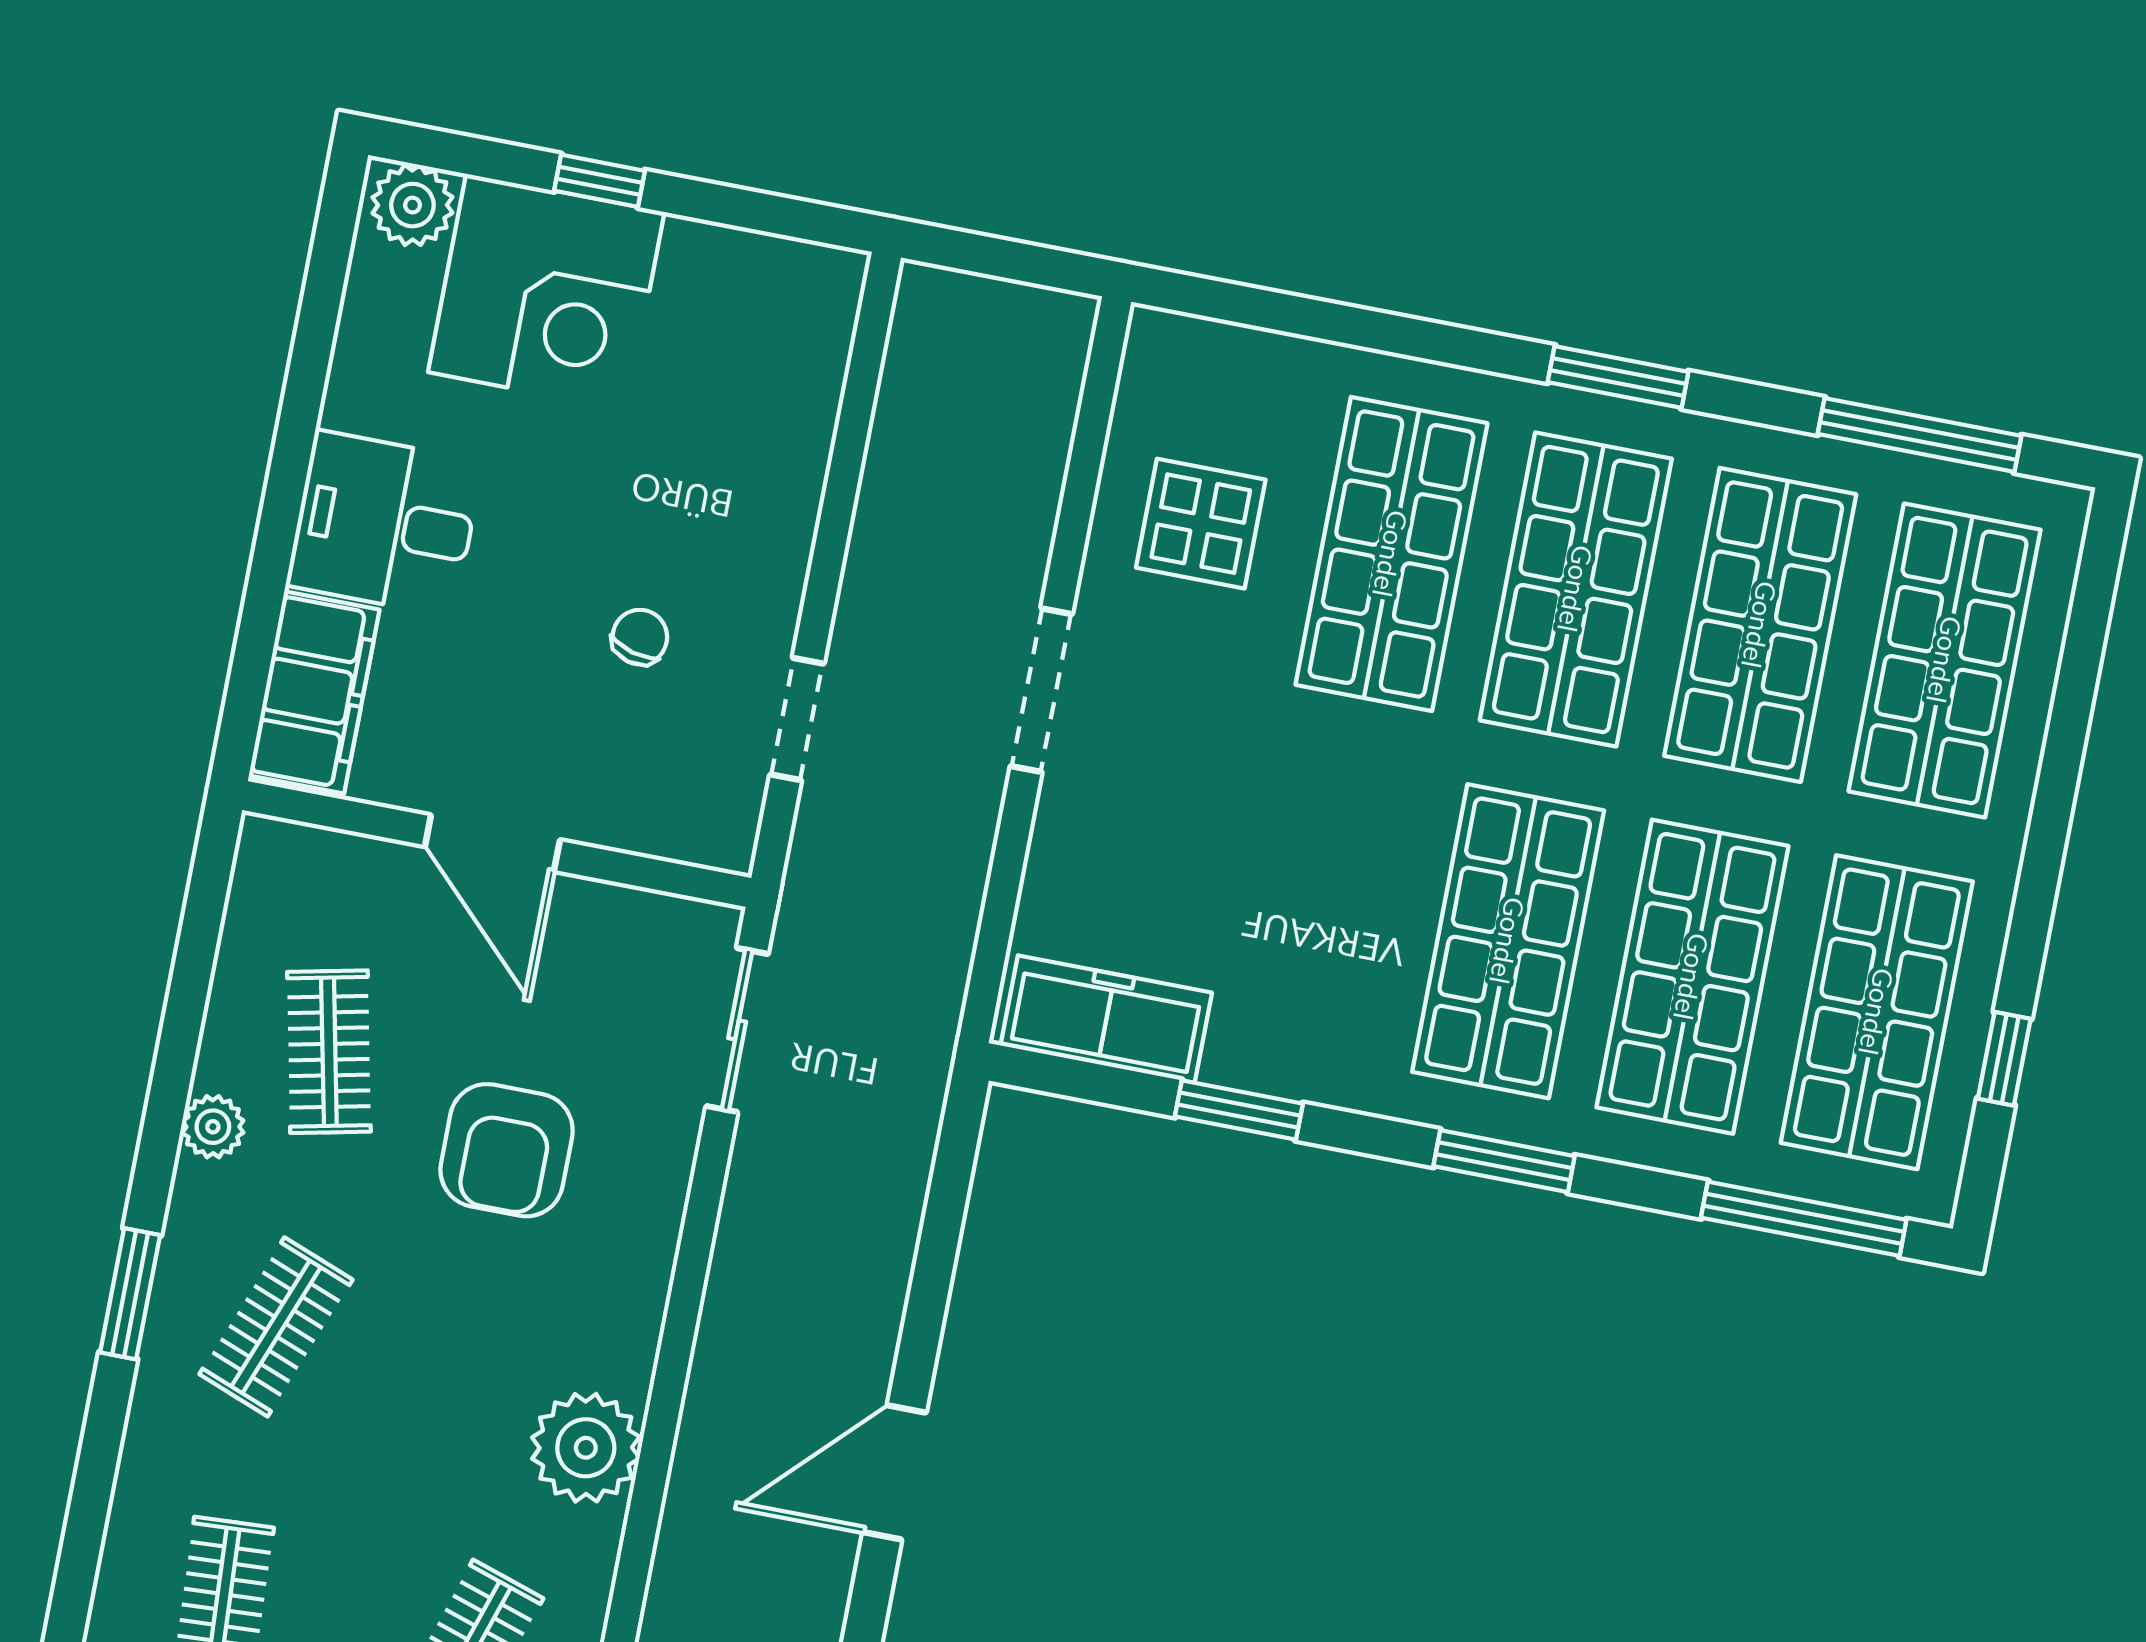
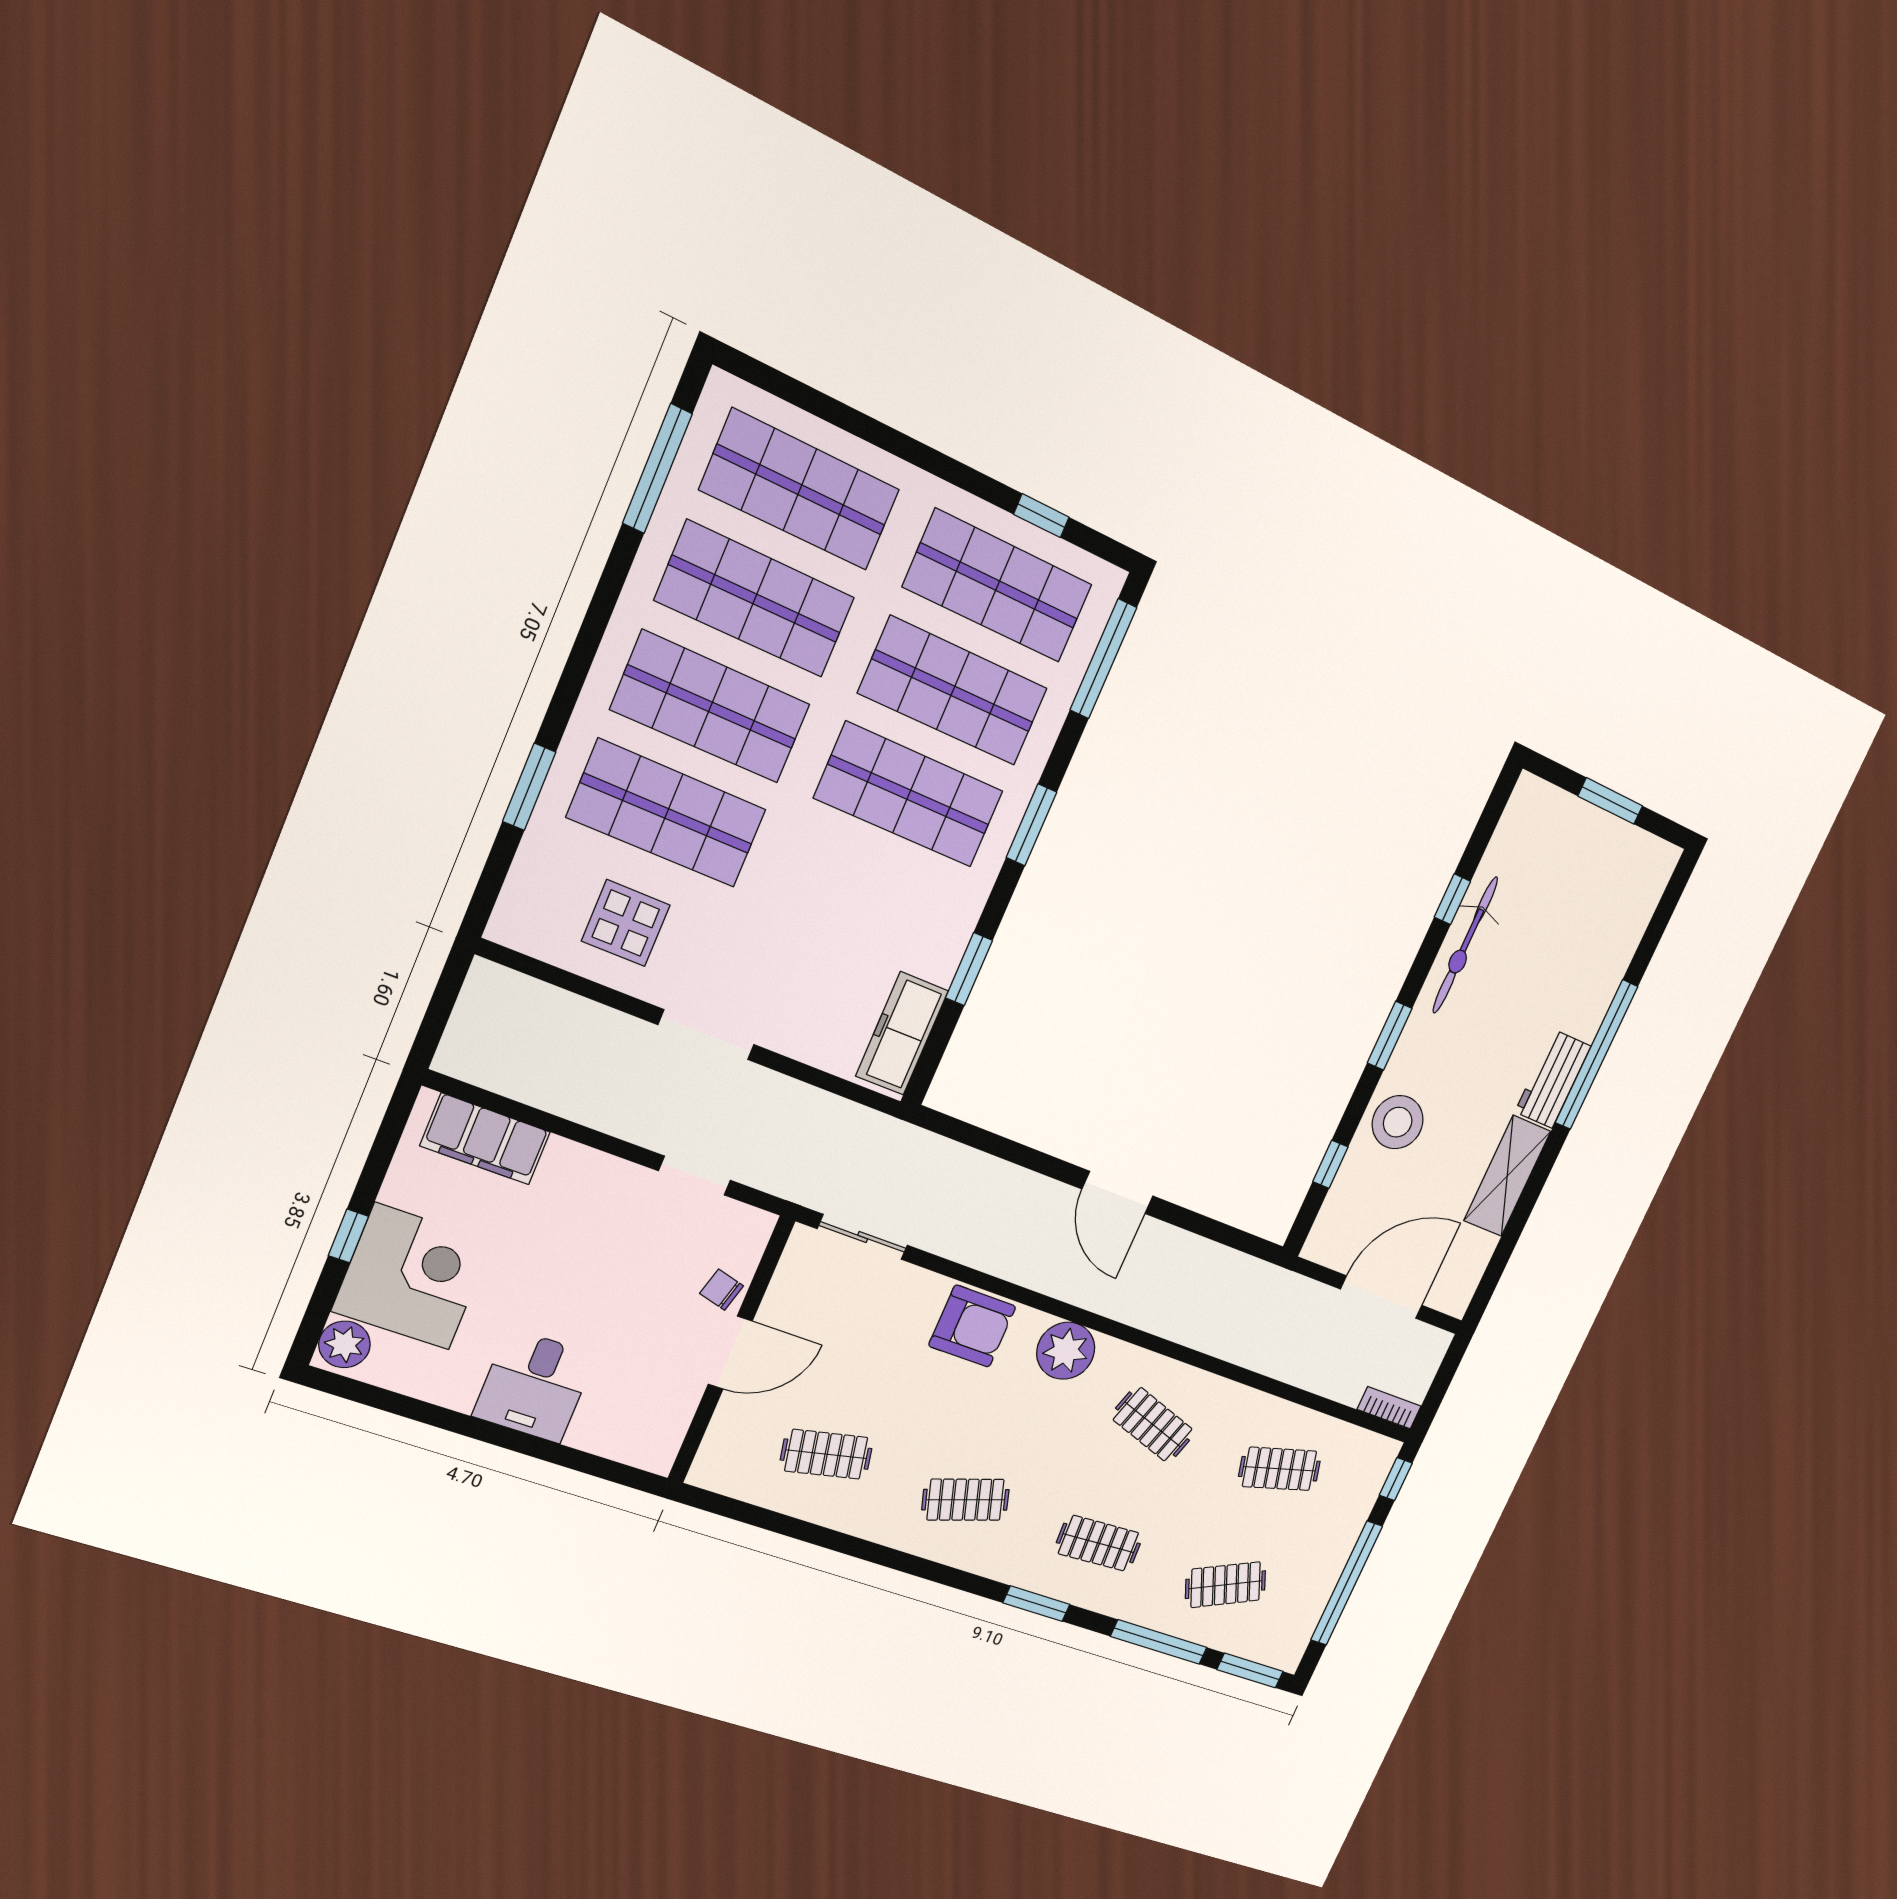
window: (1618, 377) -> (529, 787), moved
chair: (640, 637) -> (722, 1290), moved
filing cabinet: (314, 692) -> (485, 1139), moved, turned 180
plant: (213, 1127) -> (853, 1519), removed
armchair: (507, 1150) -> (972, 1326), moved
window: (130, 1294) -> (1036, 1604), moved
clothes rail: (276, 1327) -> (966, 1500), turned -39

